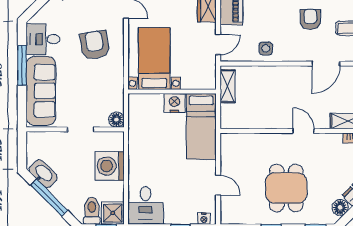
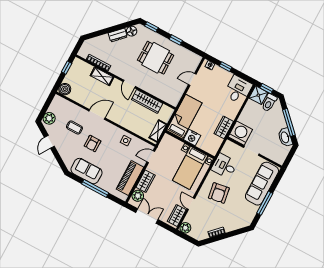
desk: (43, 39) -> (224, 166), moved, turned 180
floor lamp: (116, 120) -> (229, 145), removed
wardrobe: (265, 120) -> (147, 101), added
wardrobe: (137, 141) -> (224, 127), added
washing machine: (110, 166) -> (240, 133), moved, turned -90
door: (218, 185) -> (192, 79), hinge flipped
dining table: (286, 188) -> (156, 58), turned 90

